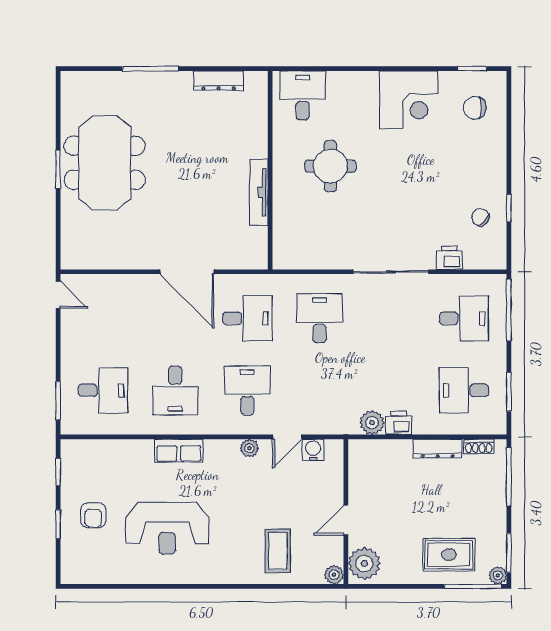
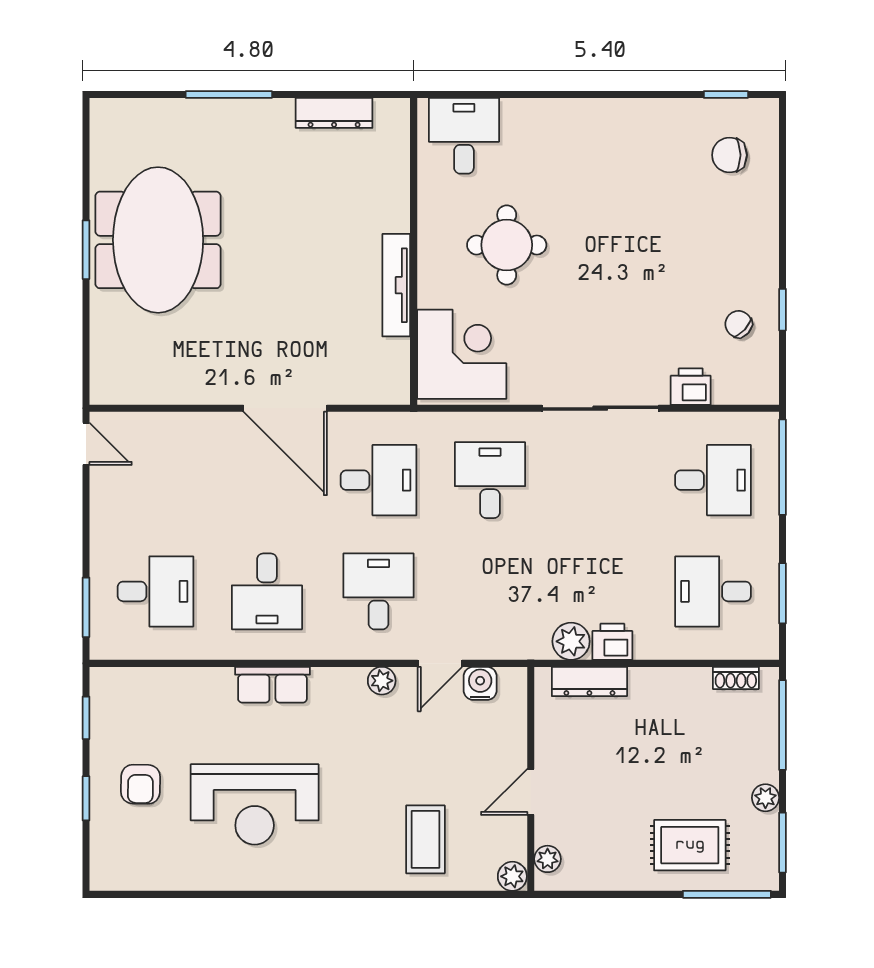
corner desk: (409, 100) -> (462, 354), moved, turned -90
dresser: (438, 449) -> (589, 681), moved
plant: (364, 564) -> (548, 859), width x0.53, depth x0.53
plant: (498, 575) -> (765, 798), moved

